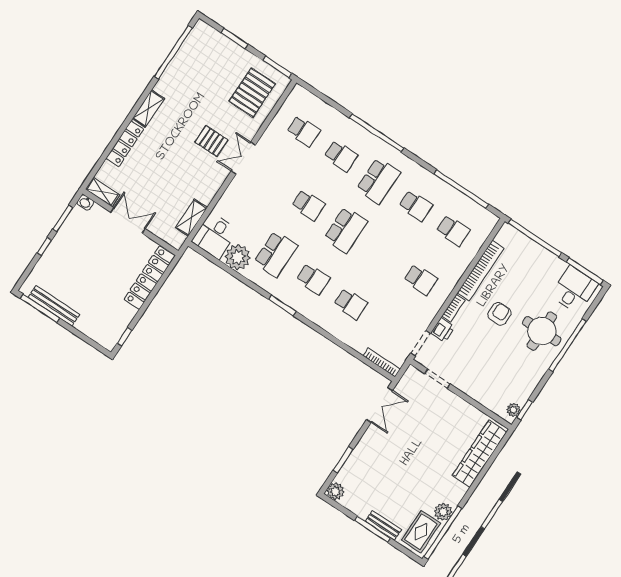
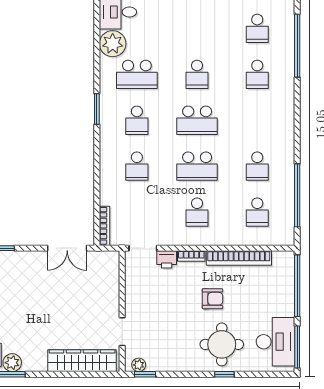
window: (377, 133) -> (297, 46), moved
school desk: (378, 181) -> (197, 166), moved
desk: (574, 289) -> (275, 342), width x1.37
window: (567, 345) -> (224, 374), width x0.32
doorway: (437, 379) -> (122, 332), moved

